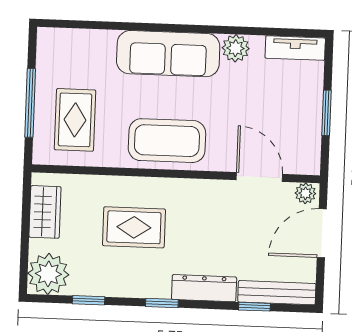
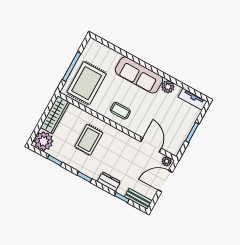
rug: (75, 120) -> (87, 83), width x1.36, depth x1.43
coffee table: (167, 141) -> (120, 111), width x0.54, depth x0.58
wardrobe: (45, 212) -> (55, 115), width x1.50
rug: (134, 227) -> (89, 140), turned 90
dresser: (204, 288) -> (109, 182), width x0.70
bench: (277, 293) -> (138, 199), width x0.73

